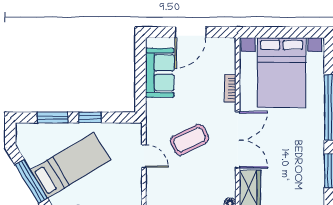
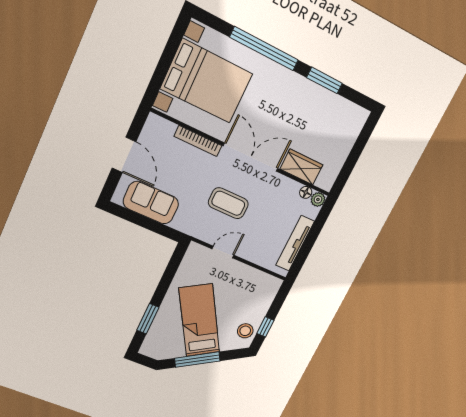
bookcase: (230, 88) -> (198, 141), width x1.56
window: (90, 118) -> (164, 286), removed
coffee table: (189, 140) -> (228, 203), turned -64

